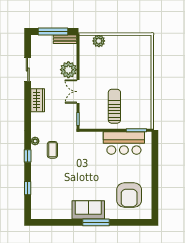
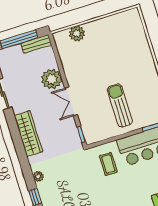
wardrobe: (38, 100) -> (28, 134), width x1.50
coffee table: (52, 150) -> (108, 164), moved

